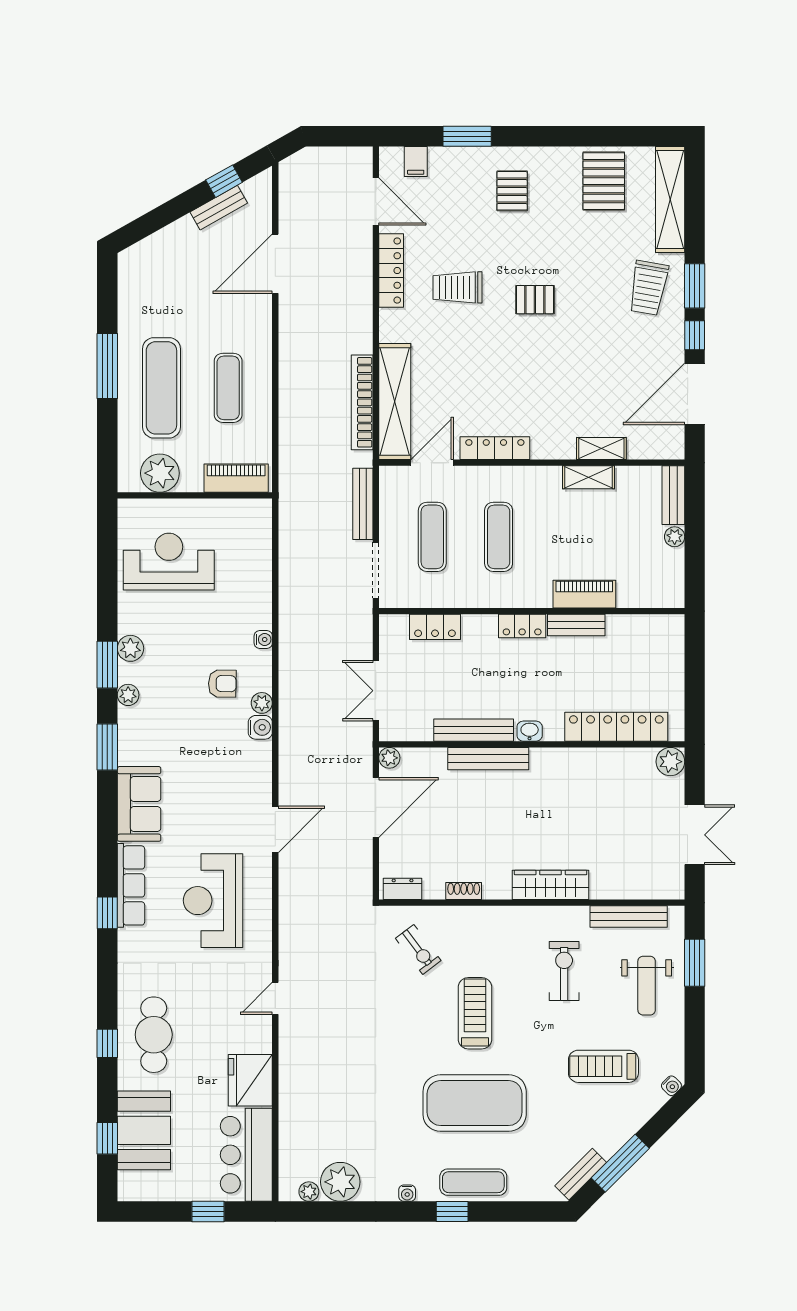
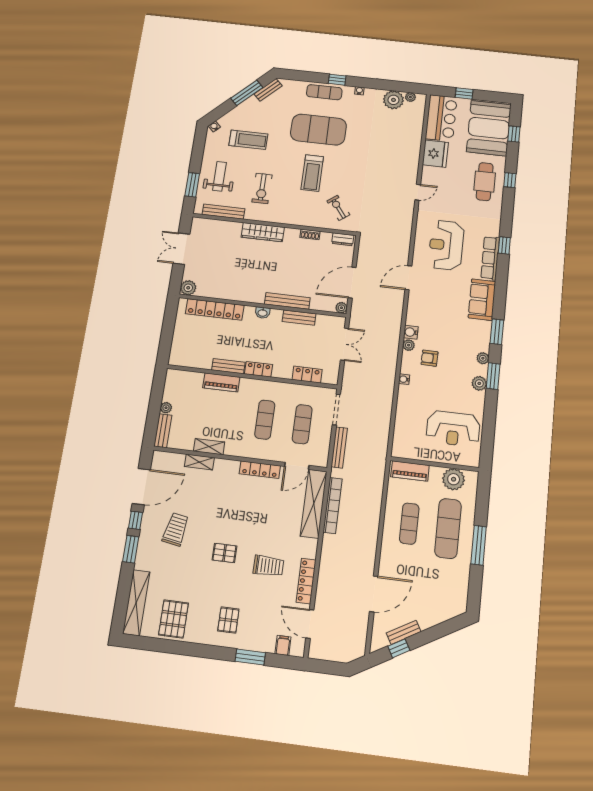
trolley: (648, 288) -> (176, 529), moved
bench: (474, 730) -> (299, 318), width x0.73
reception desk: (213, 901) -> (446, 245), turned 180
booth: (144, 1130) -> (489, 128), width x1.36, depth x1.42

